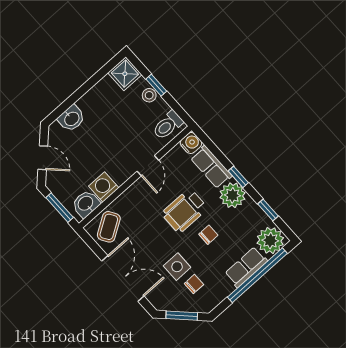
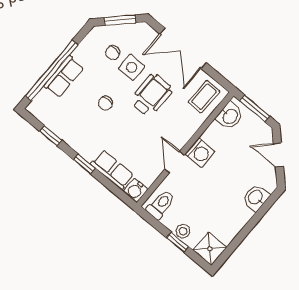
washing machine: (104, 187) -> (200, 153), moved
plant: (232, 195) -> (87, 145), removed
wheelchair: (185, 211) -> (151, 95), moved
coffee table: (109, 227) -> (204, 97), turned 33
plant: (270, 240) -> (44, 106), removed

